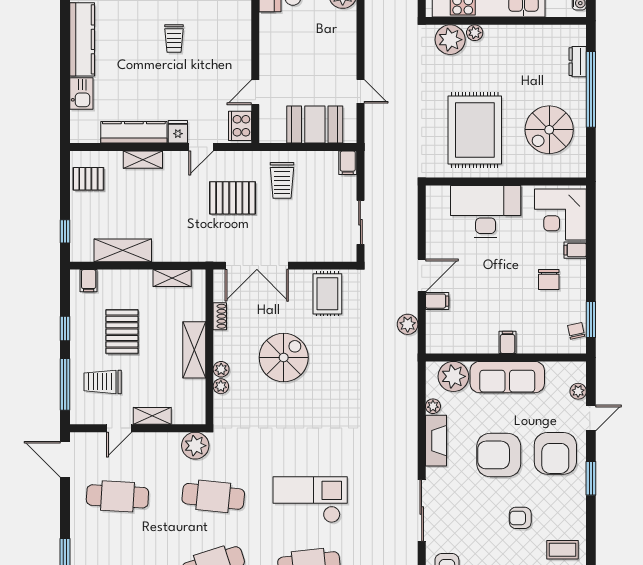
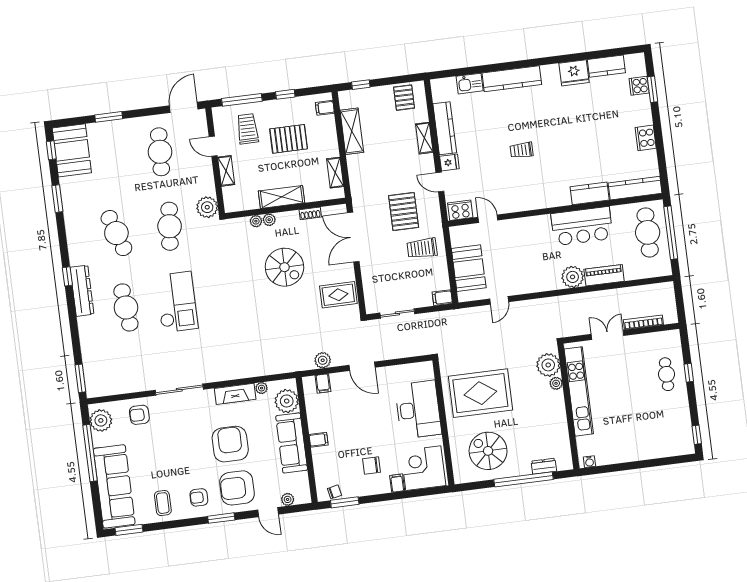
filing cabinet: (437, 301) -> (323, 383), moved
armchair: (520, 518) -> (199, 497), moved, turned -90

